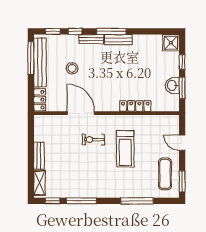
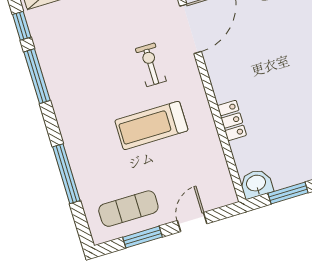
washbasin: (172, 85) -> (256, 184), moved
locker: (135, 106) -> (232, 120), width x0.66
window: (182, 181) -> (142, 237), moved

